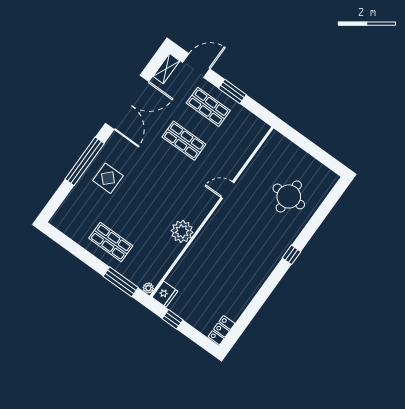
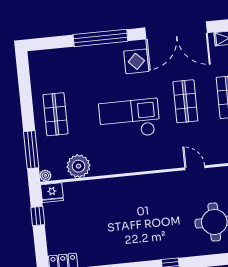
display table: (108, 178) -> (136, 61), moved
door: (227, 190) -> (195, 168), moved
checkout: (161, 192) -> (130, 119), added
plant: (182, 231) -> (78, 166), moved

